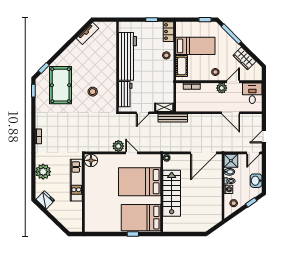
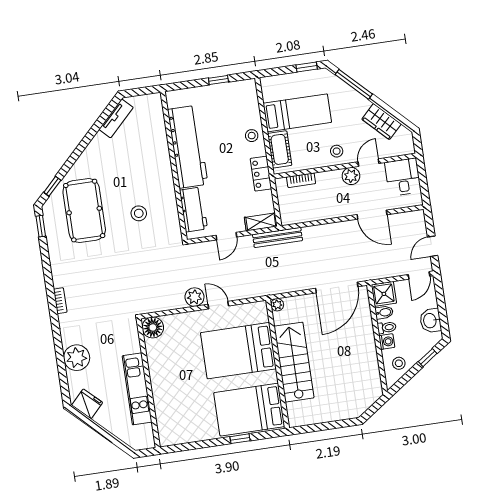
locker: (169, 32) -> (261, 174), moved
kitchen unit: (76, 180) -> (137, 389), moved

